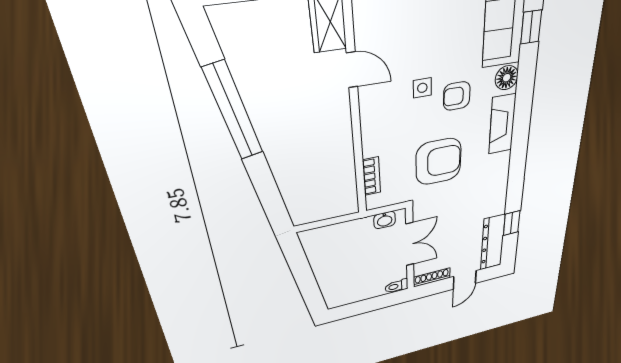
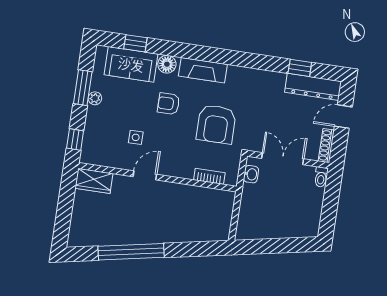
door: (352, 70) -> (145, 175), moved
side table: (422, 88) -> (136, 137), moved
armchair: (457, 96) -> (169, 104), turned 90
armchair: (439, 162) -> (216, 124), turned 180
door: (465, 280) -> (343, 117), swing flipped

